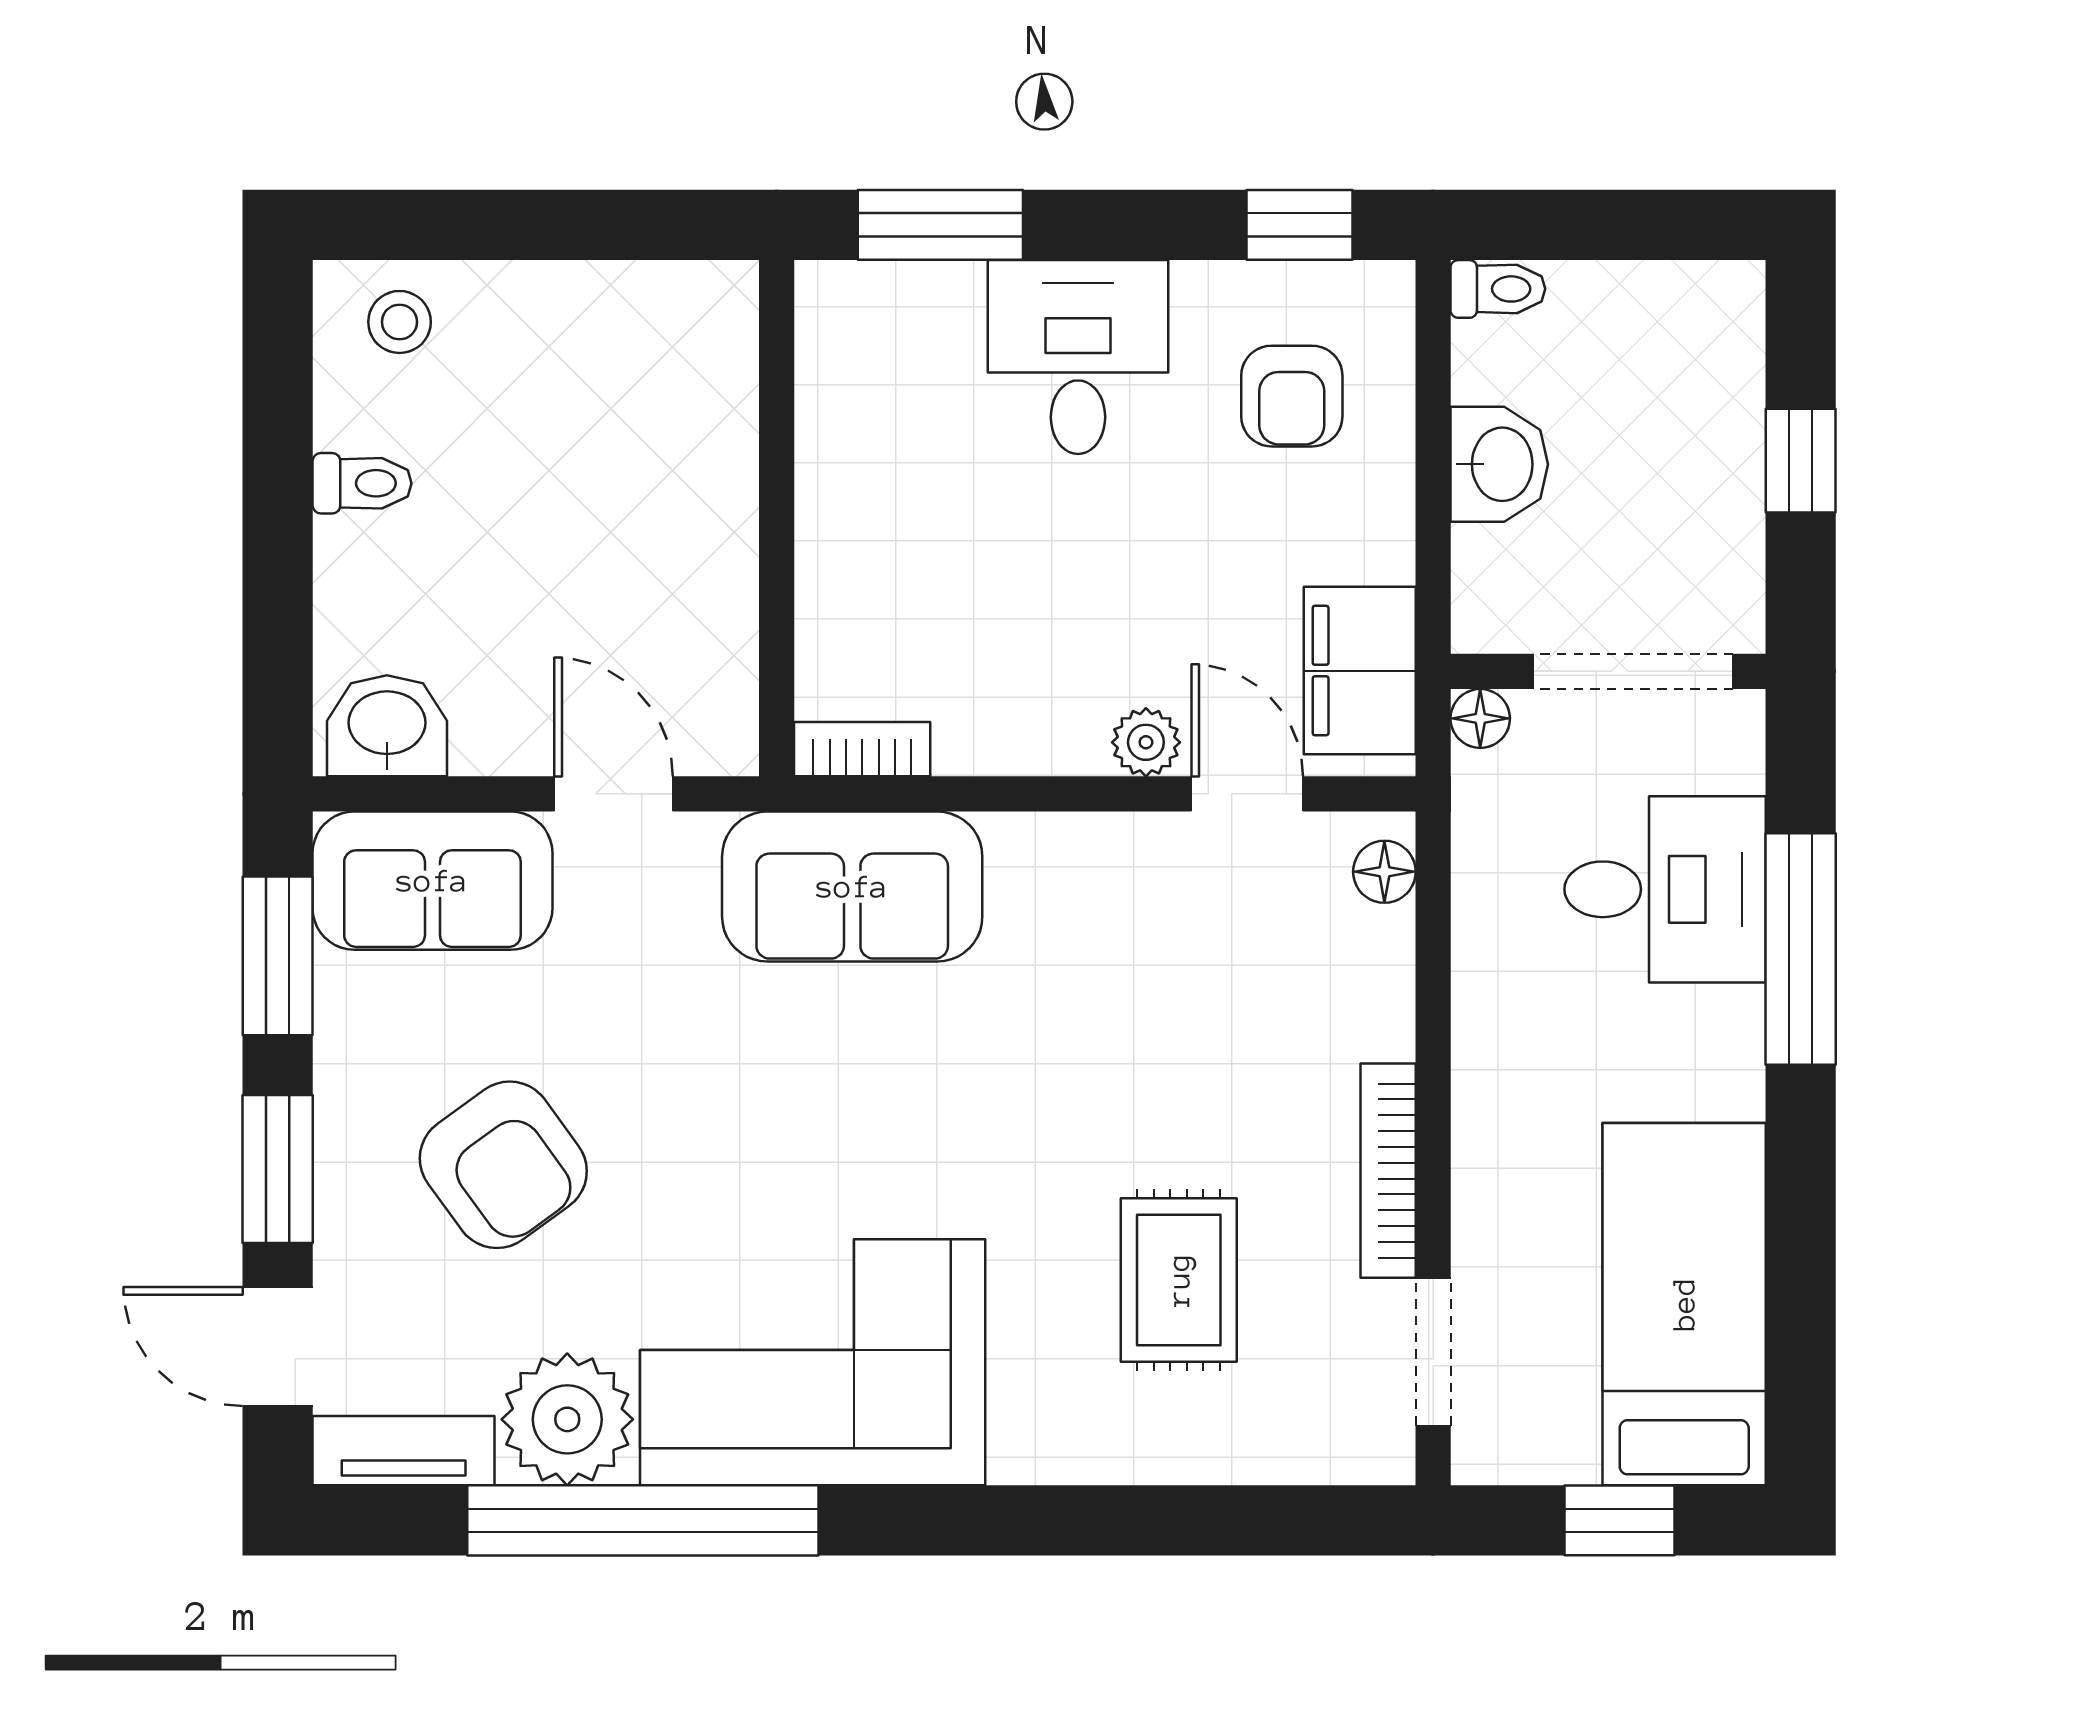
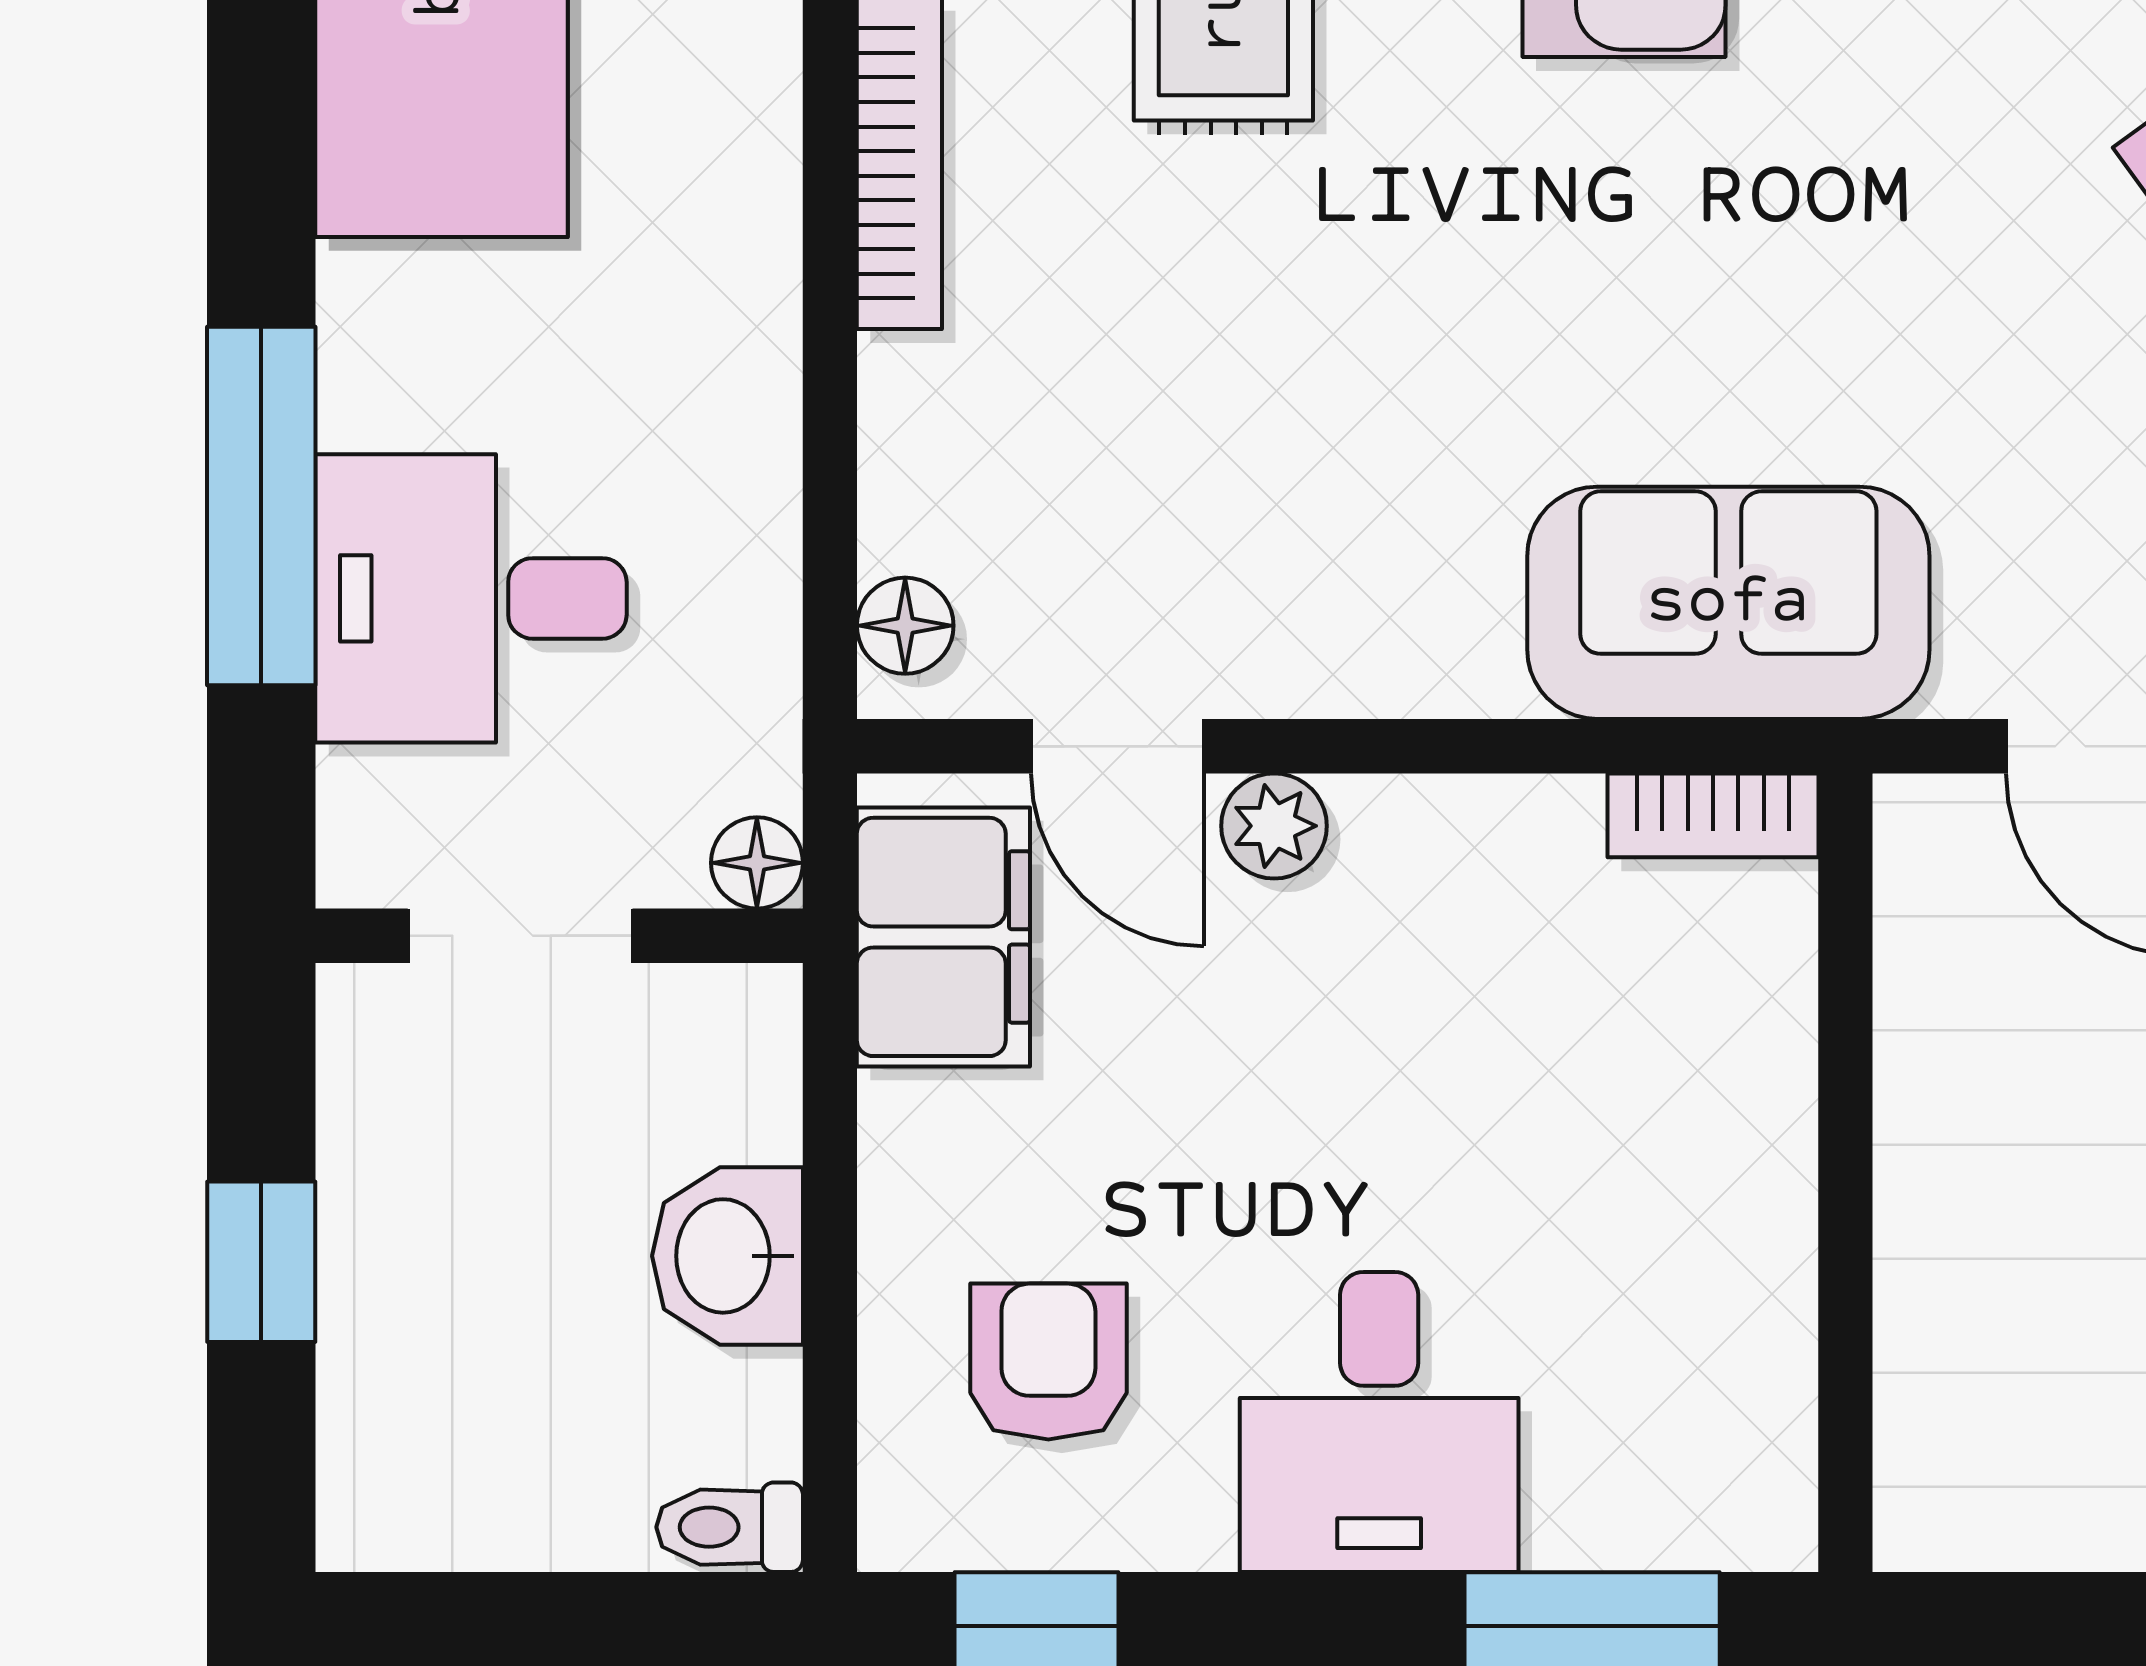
doorway: (1633, 671) -> (520, 936), width x0.73

